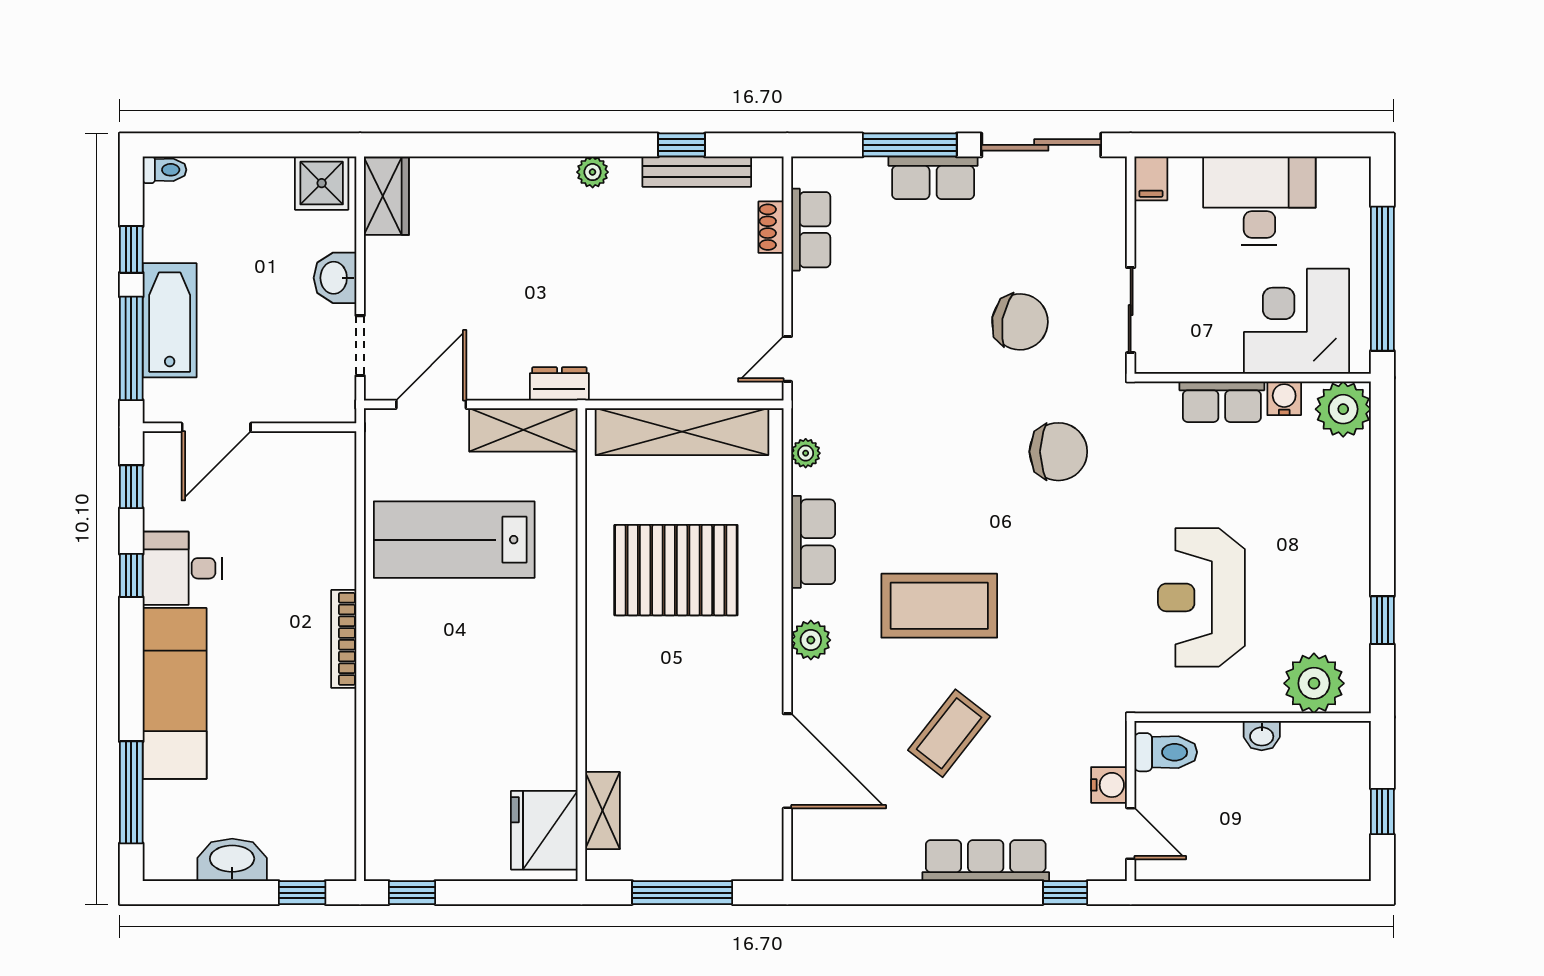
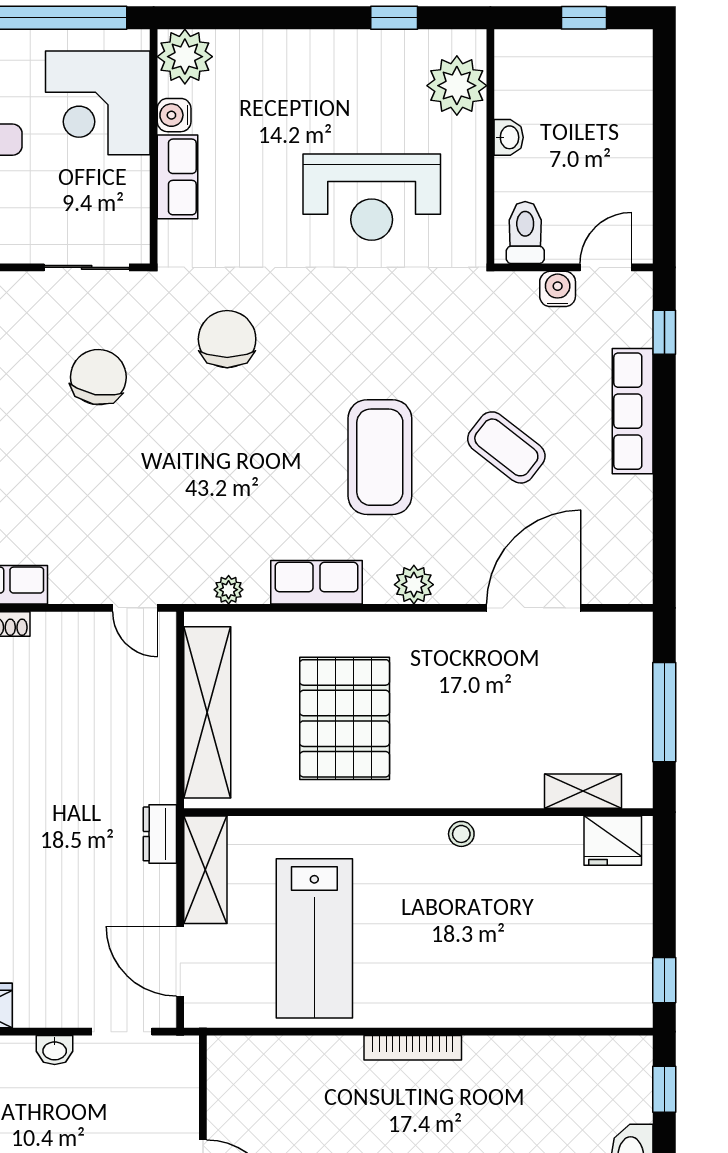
washbasin: (335, 278) -> (55, 1050), width x0.72, depth x0.69
stool: (559, 688) -> (461, 834), added
fridge: (544, 830) -> (613, 841), width x0.73, depth x0.75

